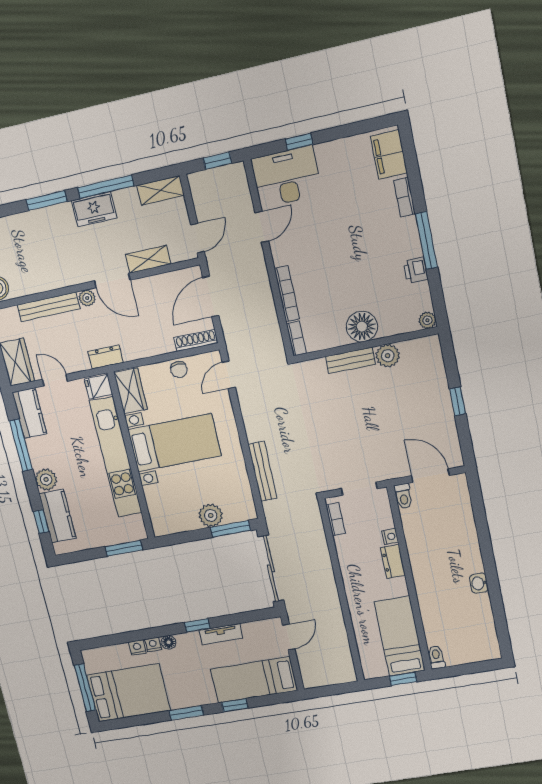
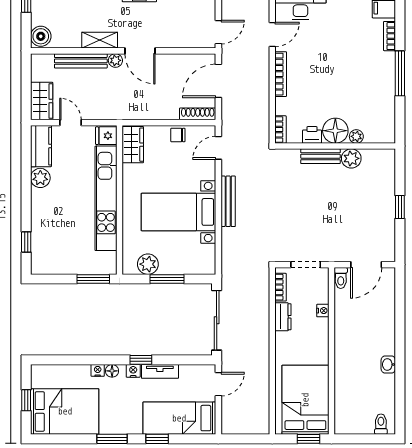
shelving: (148, 259) -> (100, 40), moved
printer: (416, 270) -> (312, 135), moved, turned 90
bookcase: (287, 294) -> (281, 74), moved
plant: (427, 320) -> (356, 136), moved
dresser: (106, 357) -> (119, 112), removed
chair: (179, 369) -> (178, 135), turned 90
bed with nightstands: (174, 443) -> (178, 212), moved, turned 180
window: (21, 445) -> (26, 172), removed
bench: (262, 471) -> (228, 201), moved
door: (430, 476) -> (366, 265), swing flipped
plant: (46, 479) -> (40, 178), moved
plant: (211, 515) -> (148, 264), moved
kitchen counter: (57, 516) -> (42, 240), removed
window: (230, 529) -> (167, 279), moved
dresser: (393, 561) -> (283, 317), moved, turned 180
bed: (400, 636) -> (305, 400), width x1.50
nightstand: (137, 648) -> (133, 371), moved
toilet: (436, 657) -> (381, 424), moved
window: (85, 688) -> (26, 400), width x0.46

